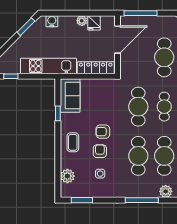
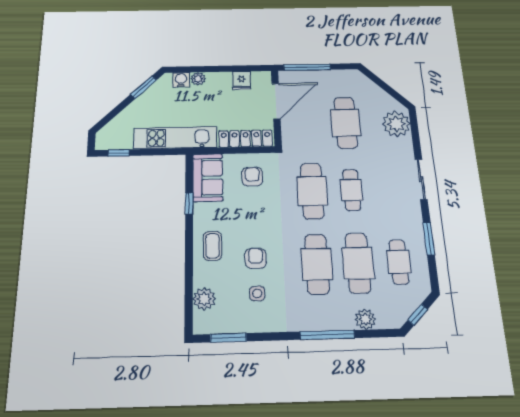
plant: (82, 21) -> (198, 79), moved
armchair: (103, 132) -> (252, 177), moved, turned 90

